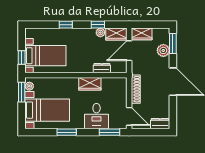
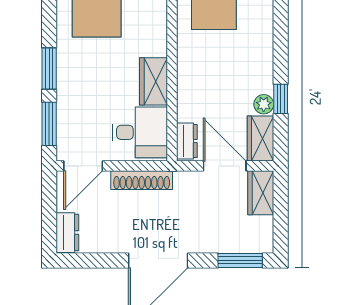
window: (66, 25) -> (281, 29), removed
plant: (163, 50) -> (225, 240), removed
dresser: (102, 68) -> (187, 141), moved
desk: (97, 116) -> (140, 132), moved, turned 180
window: (67, 132) -> (49, 68), moved

